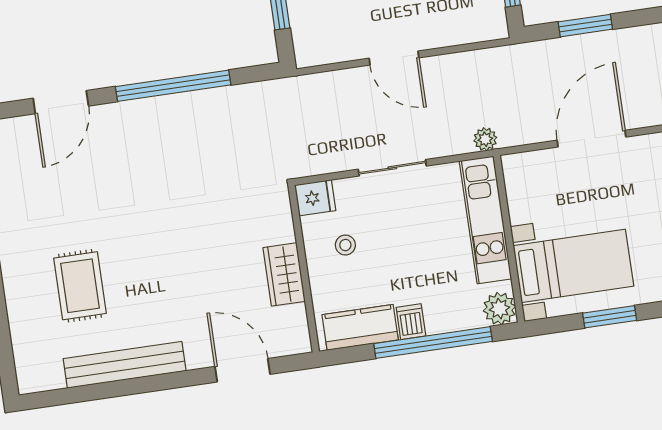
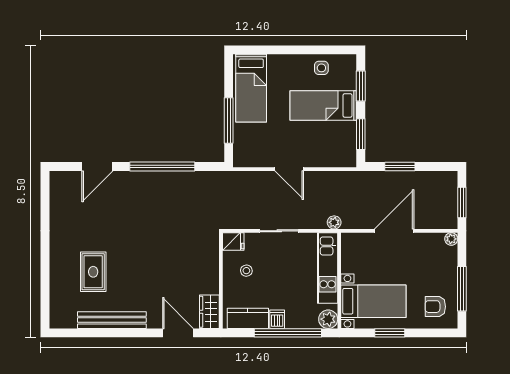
wardrobe: (284, 274) -> (209, 312), moved

